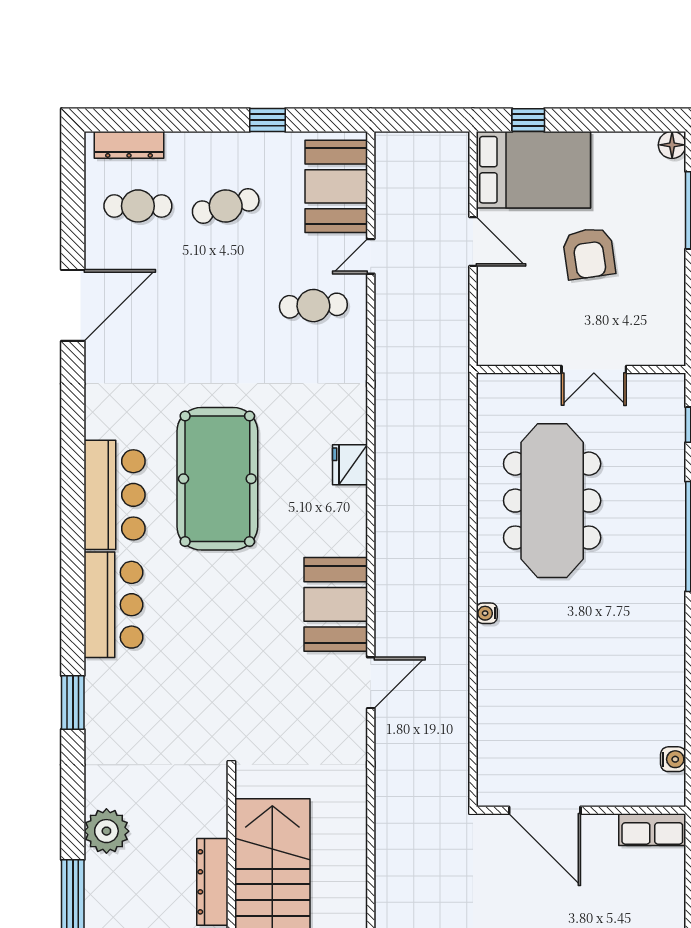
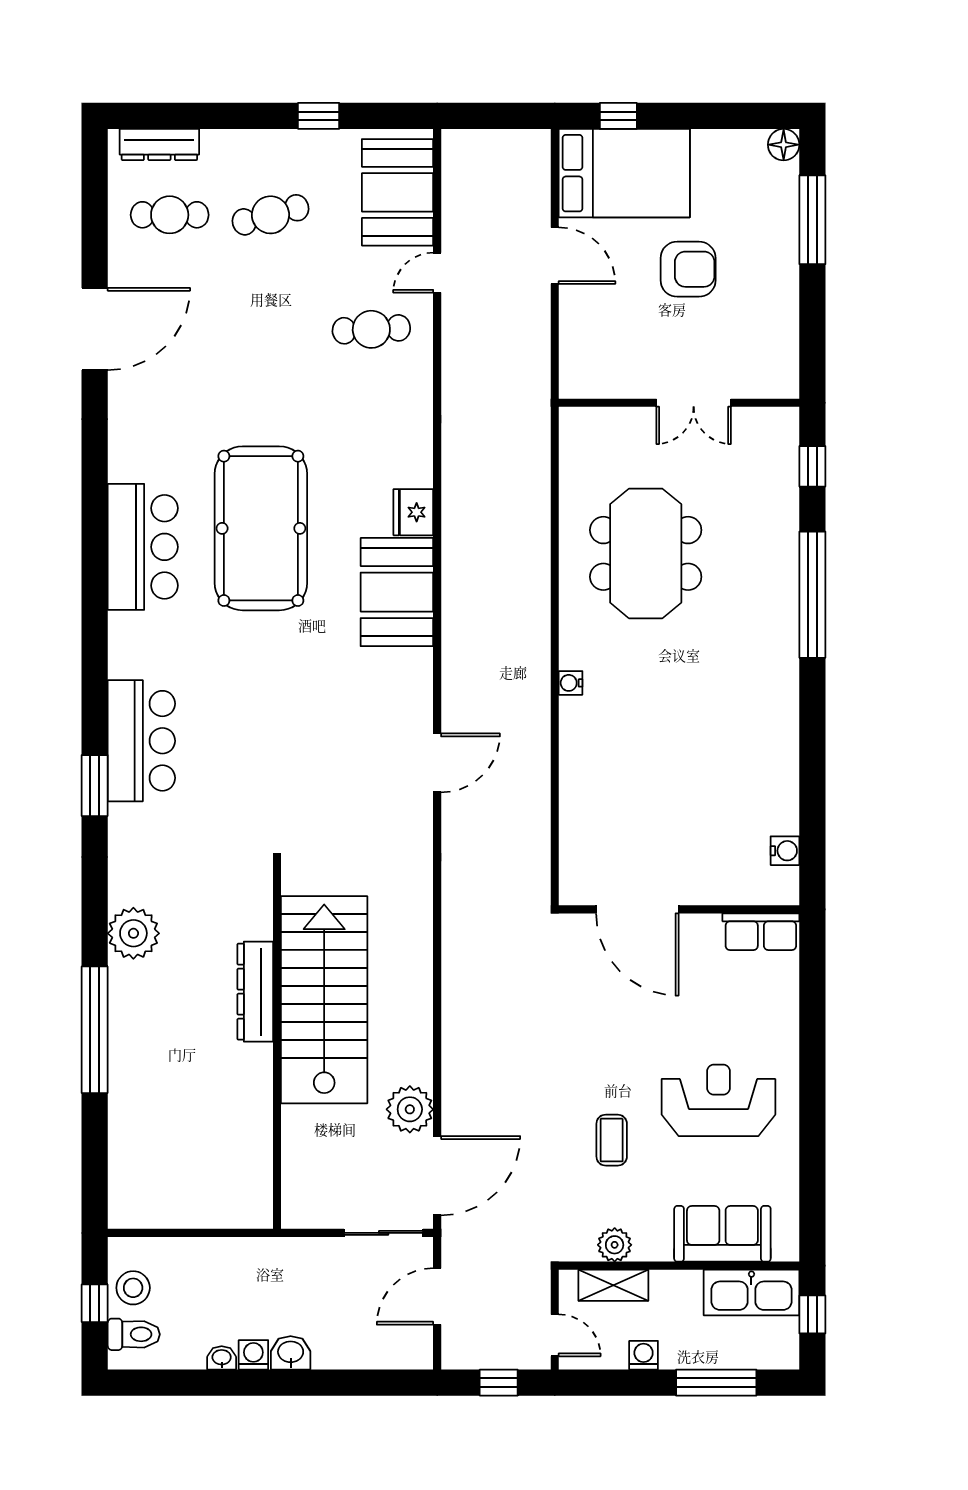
armchair: (589, 253) -> (688, 269), turned -82
meeting table: (552, 501) -> (646, 553), width x0.73
booth: (336, 604) -> (397, 592), moved
bar counter: (113, 605) -> (141, 741), moved

